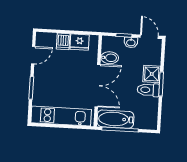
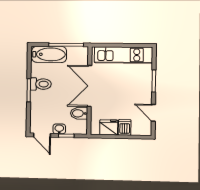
door: (33, 55) -> (153, 113), hinge flipped
shower: (152, 74) -> (38, 99), removed
bathtub: (115, 119) -> (49, 54), moved

